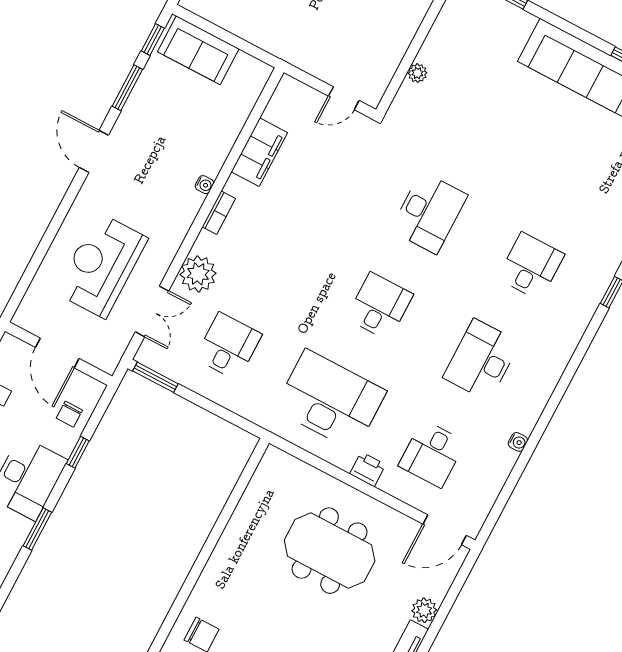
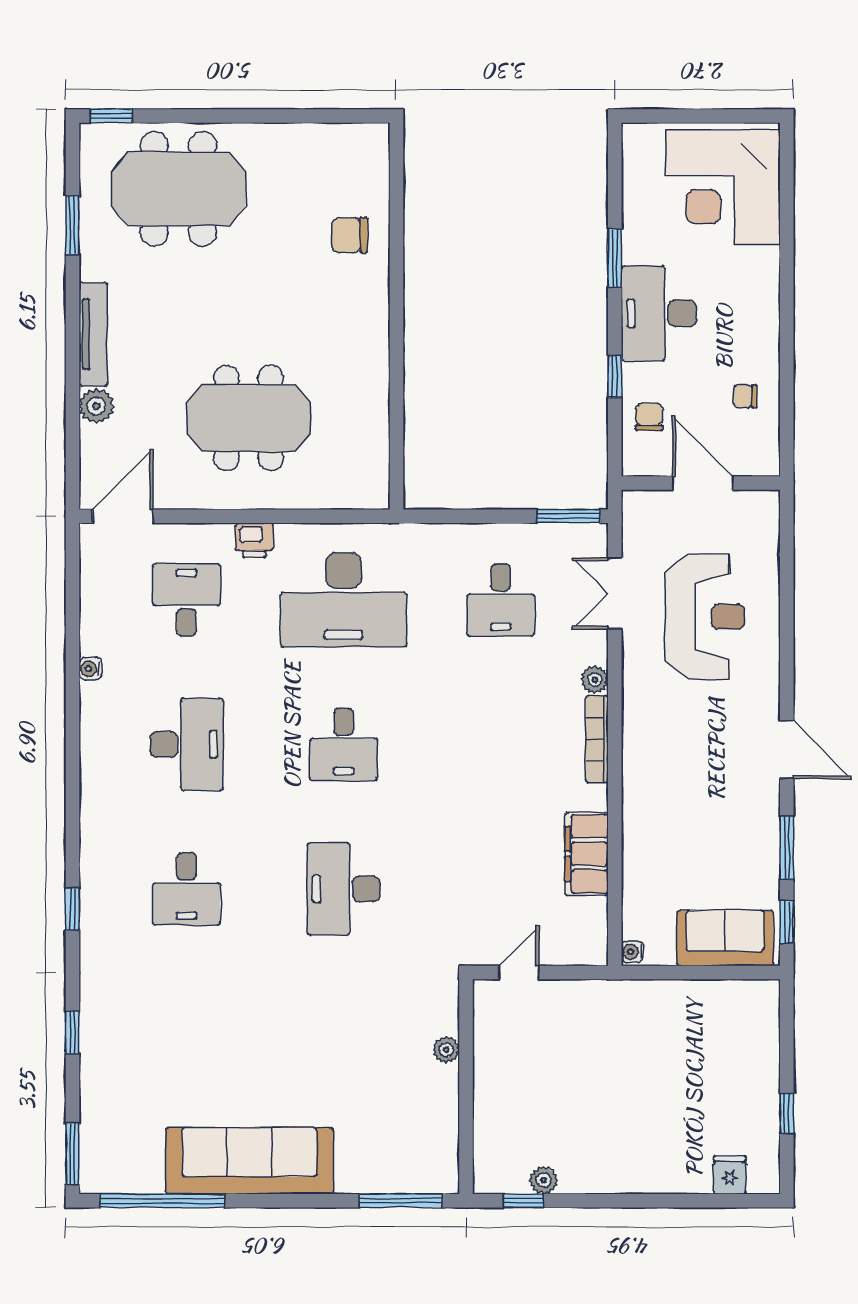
water cooler: (204, 185) -> (632, 952), moved
bookcase: (219, 213) -> (597, 739), width x1.56
plant: (198, 274) -> (595, 680), width x0.53, depth x0.53

